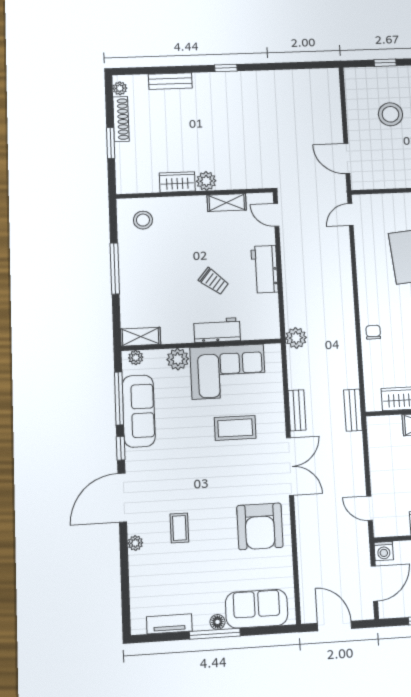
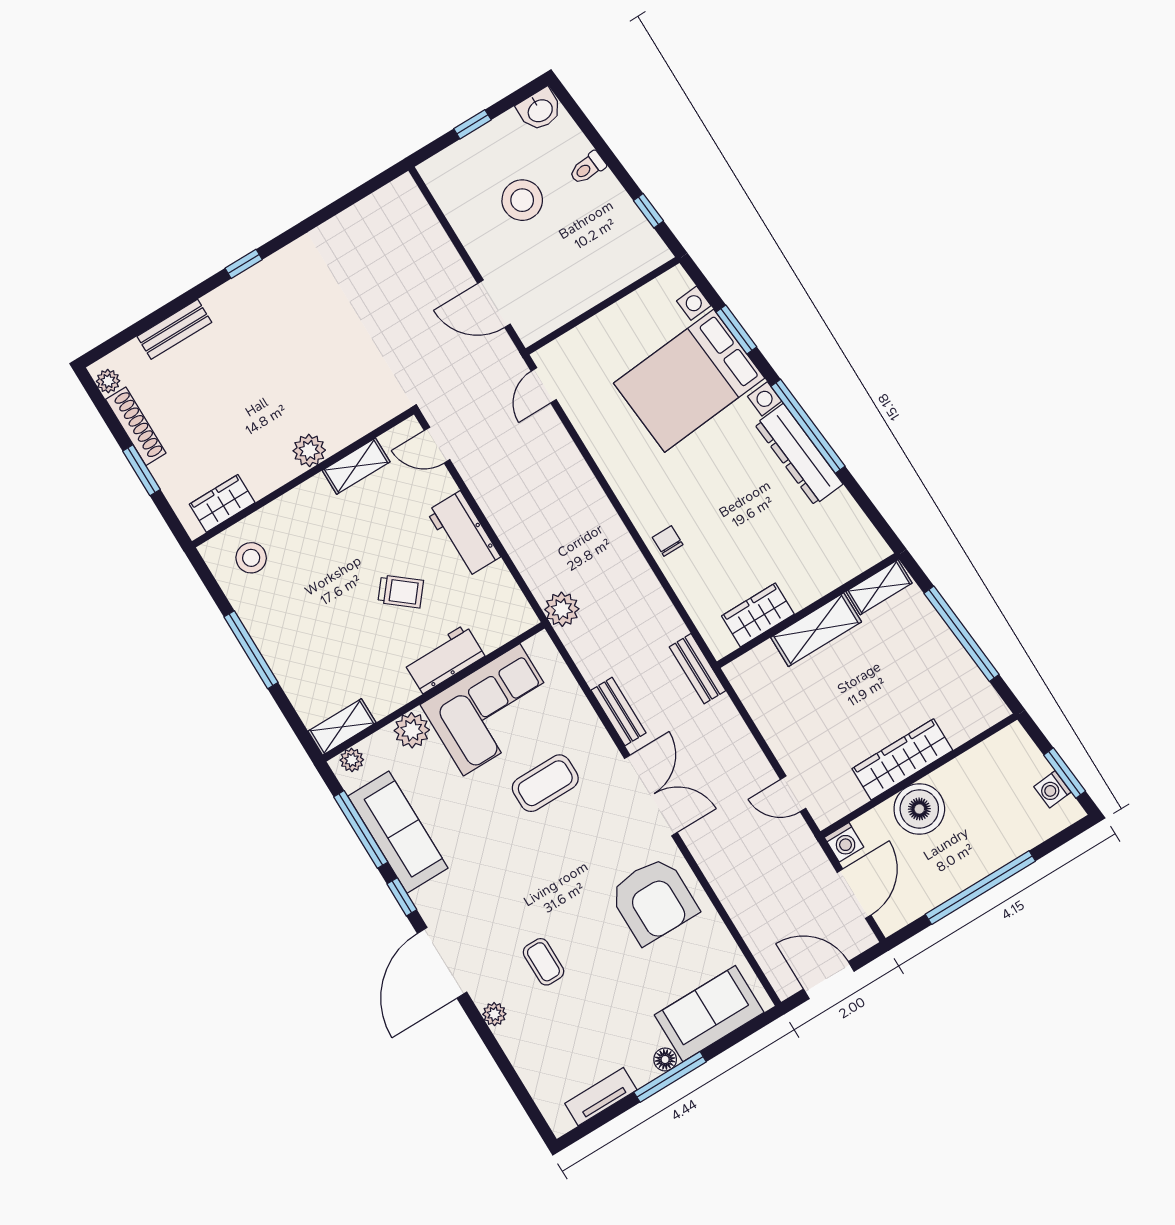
wardrobe: (177, 182) -> (222, 503), moved

